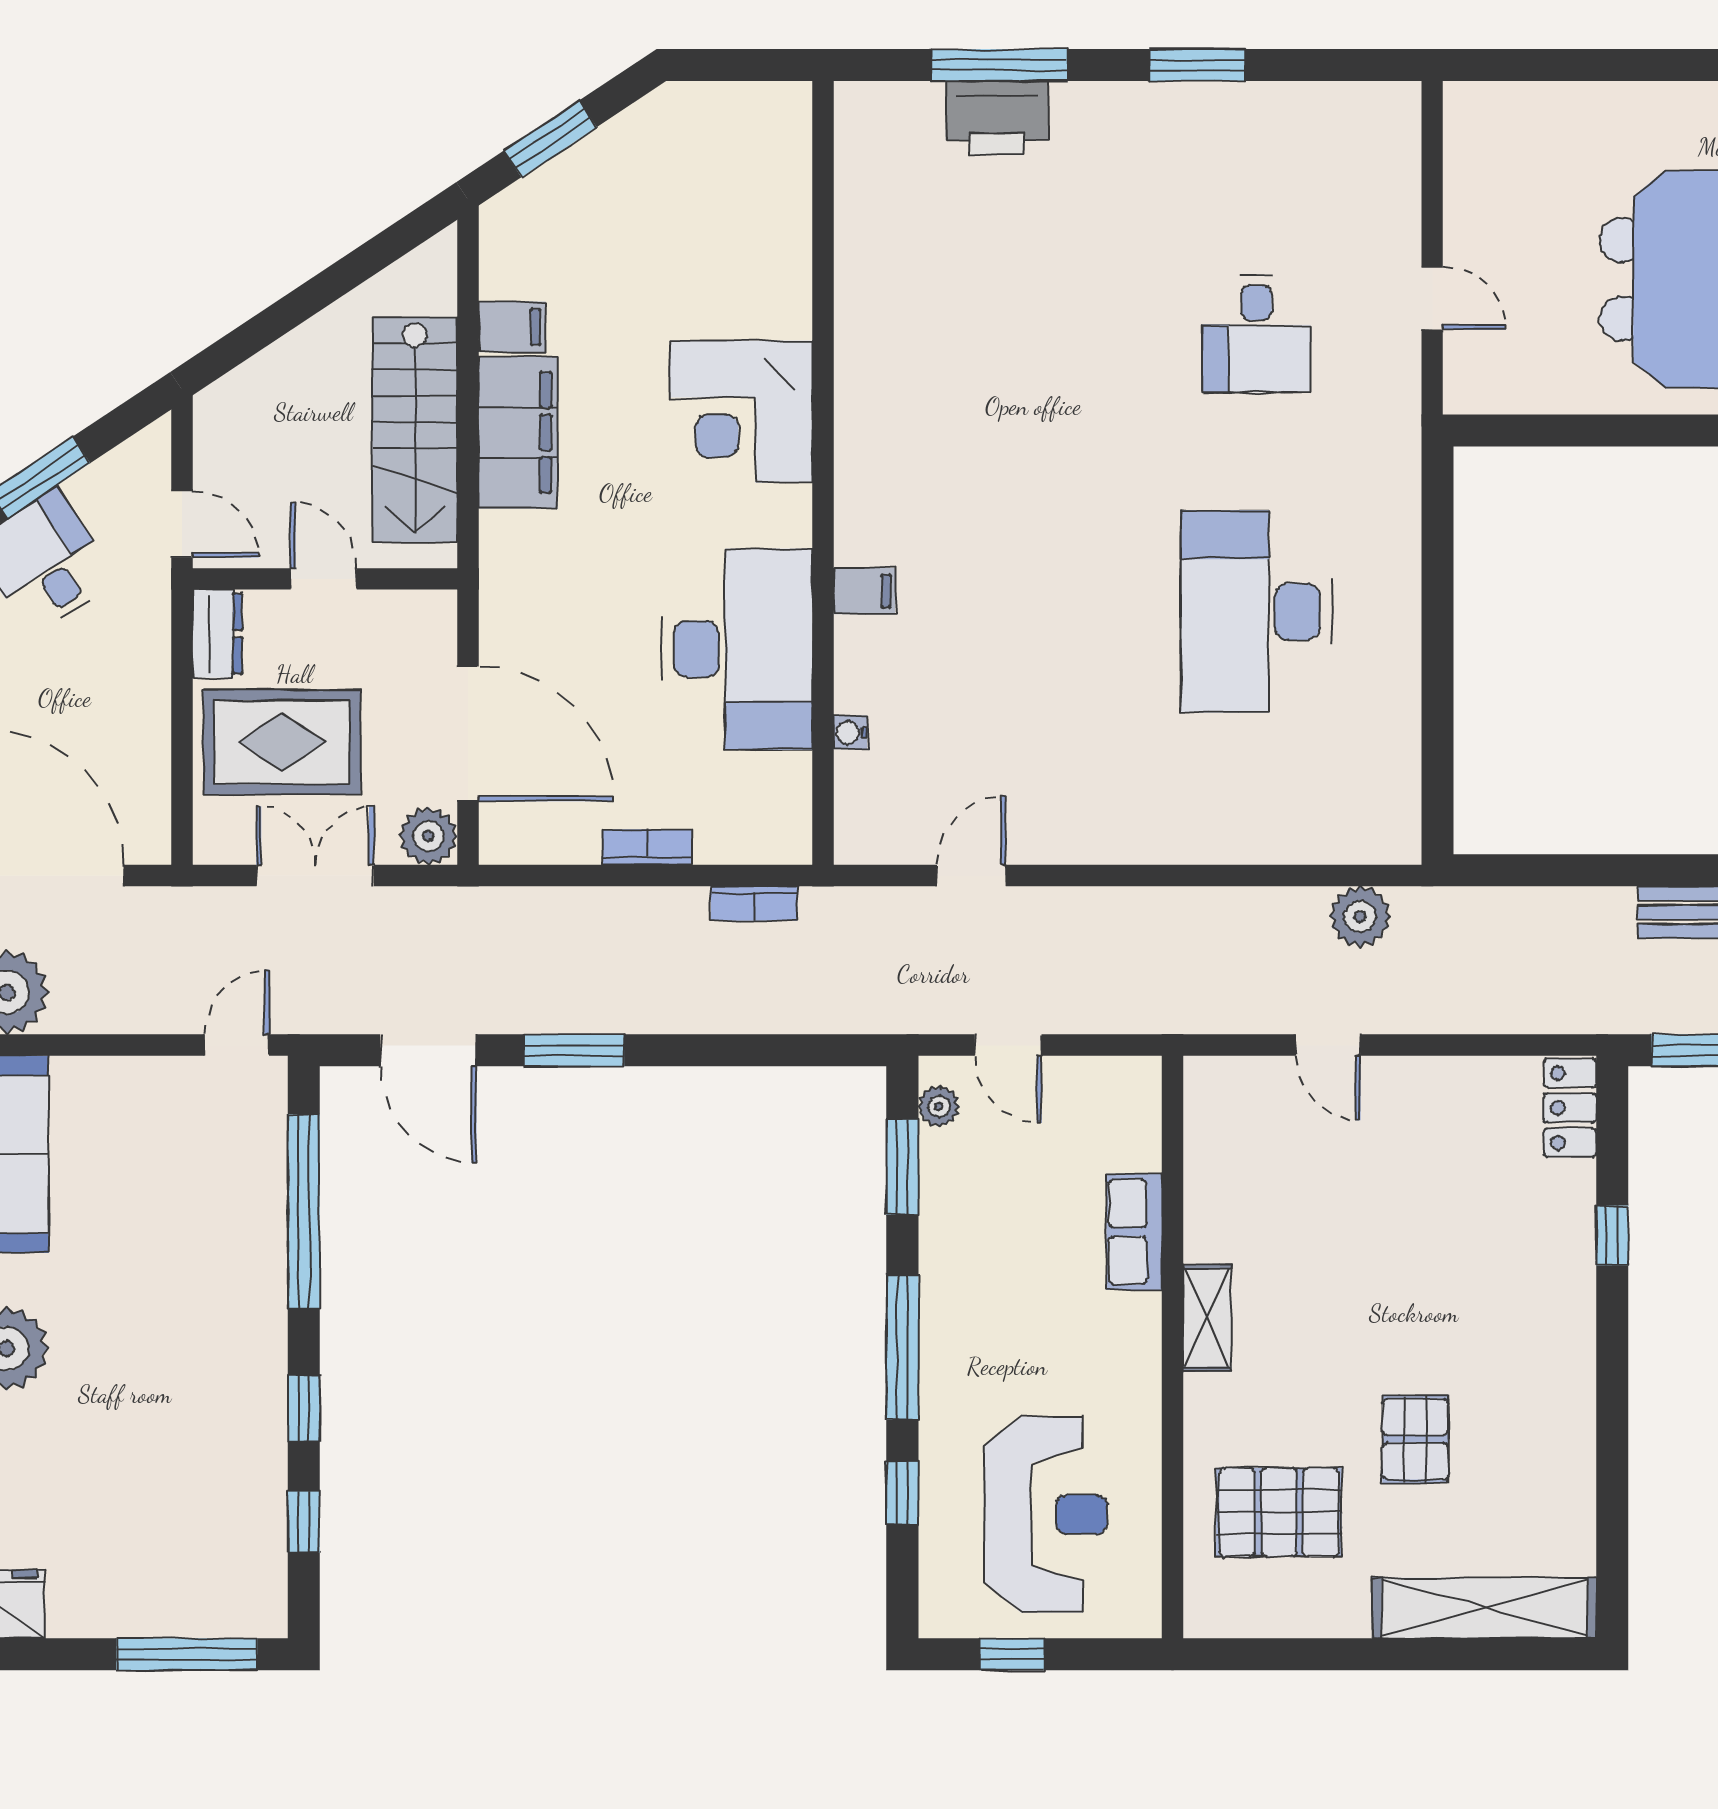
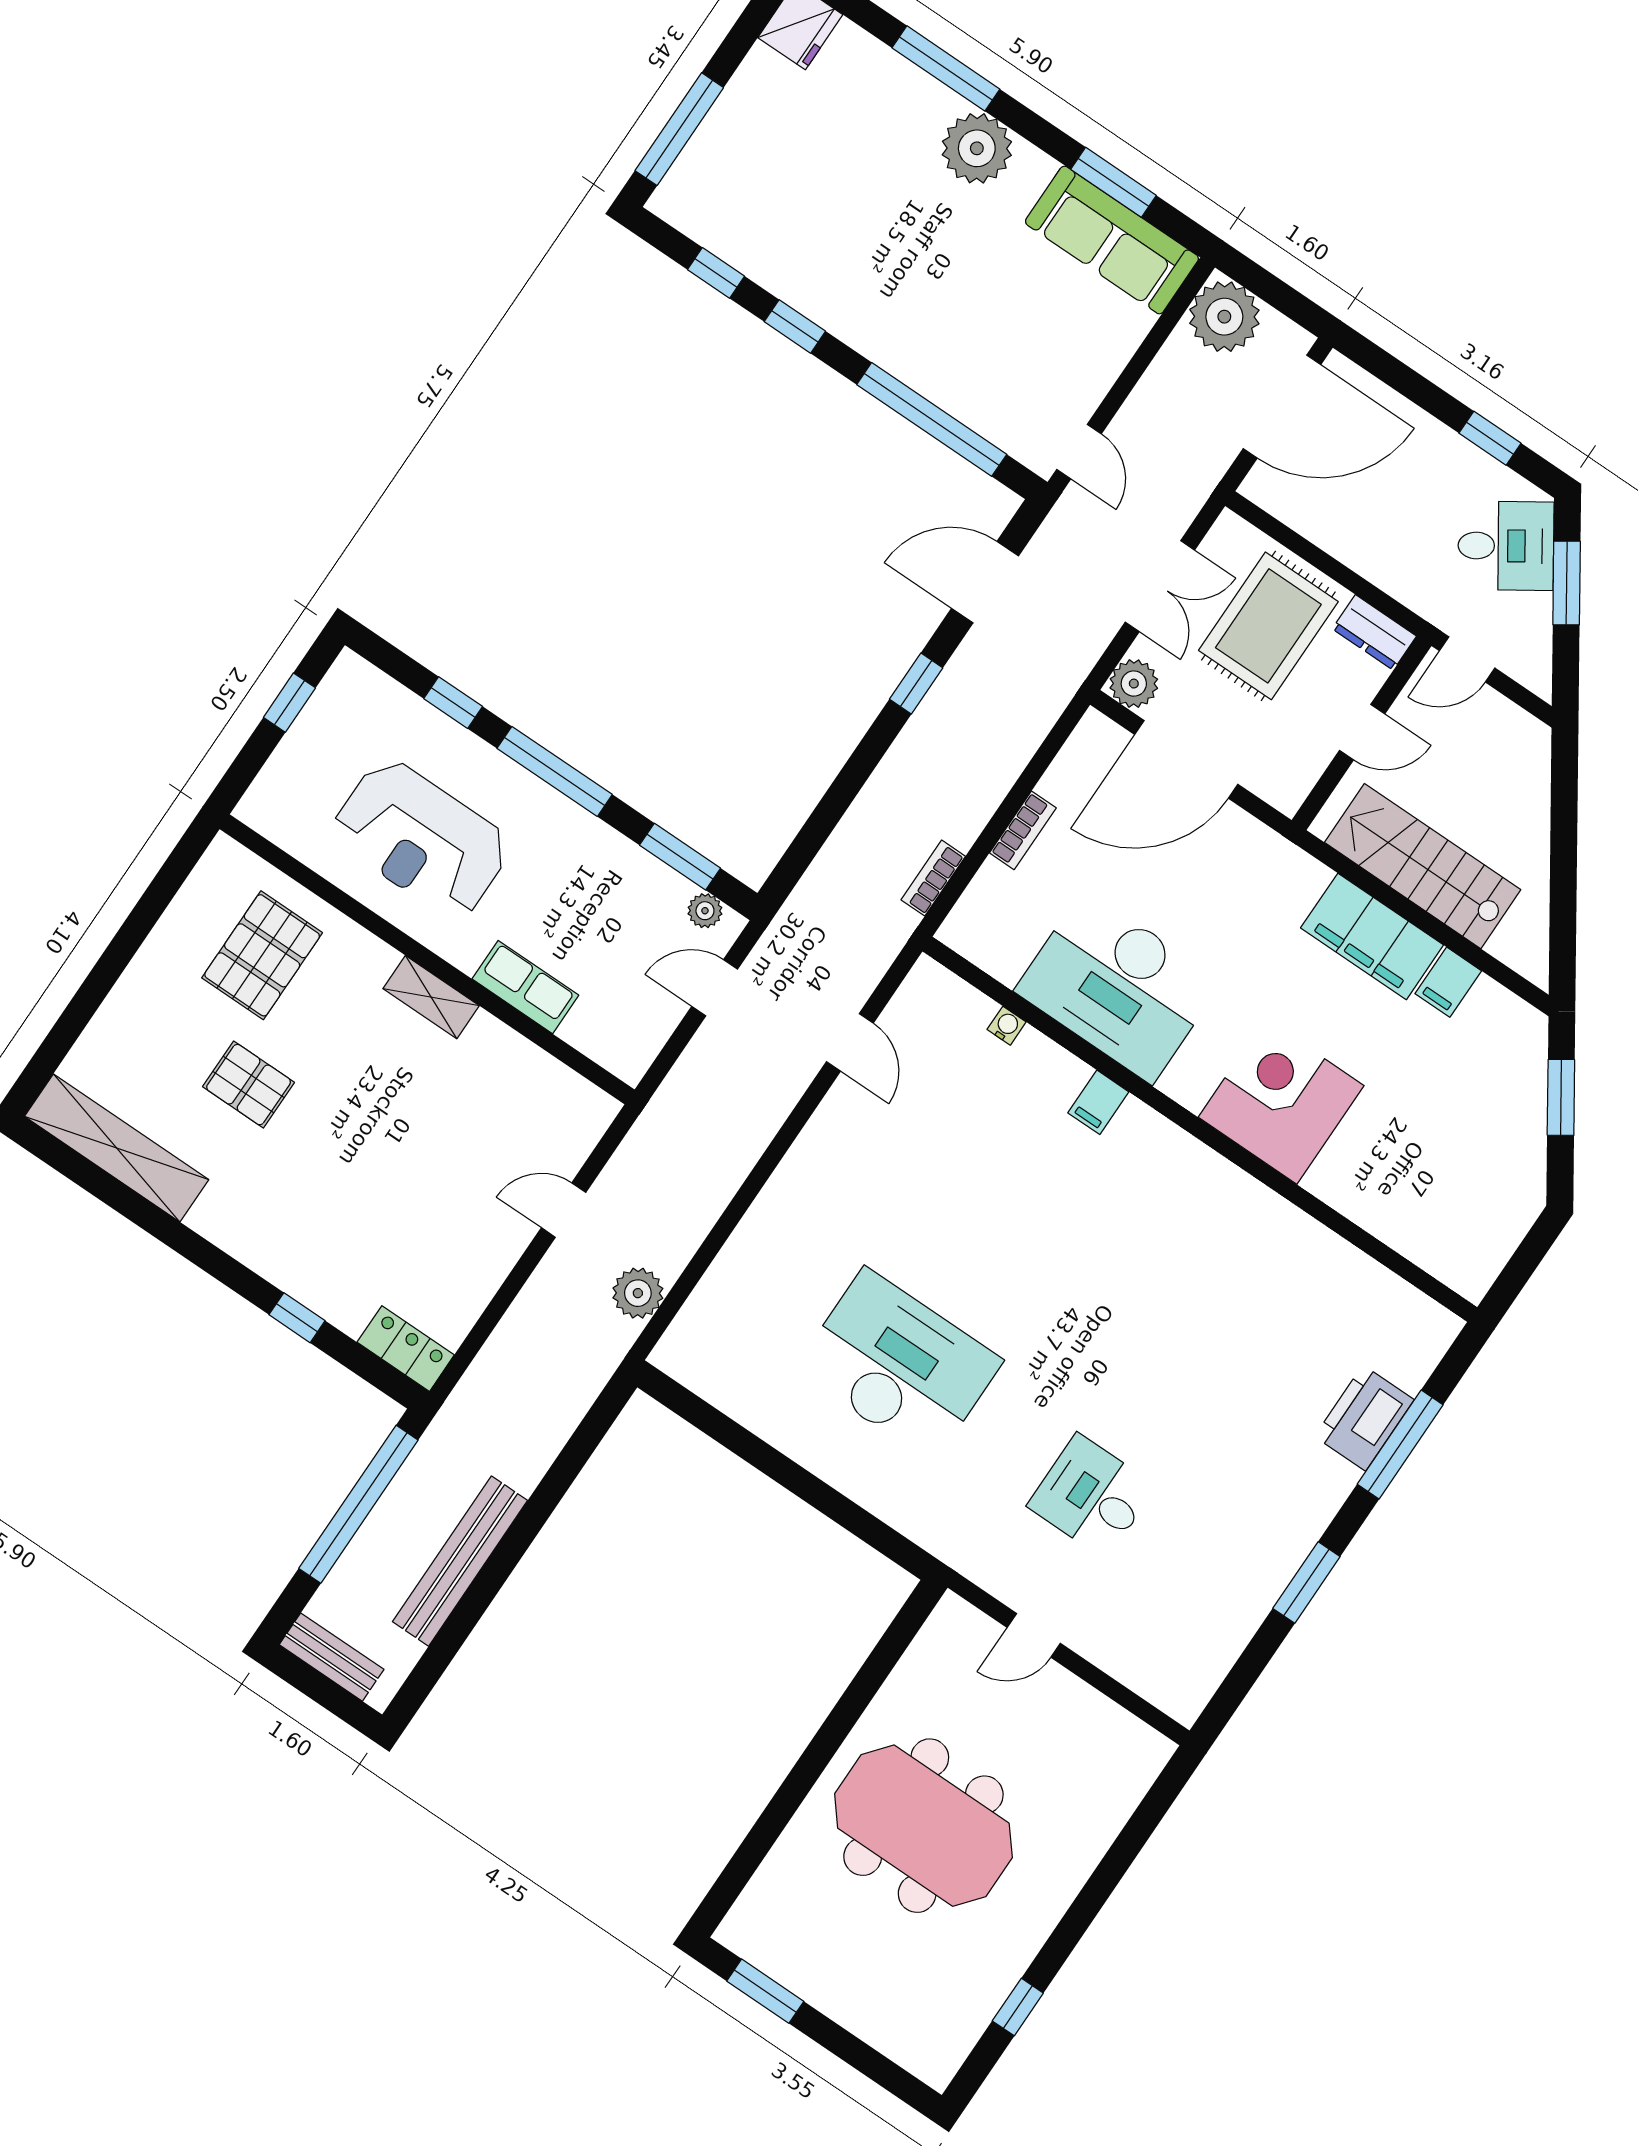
window: (574, 1050) -> (916, 684), width x0.67
reception desk: (1046, 1514) -> (421, 839), moved
shelving: (1484, 1608) -> (117, 1148), moved, turned 90

